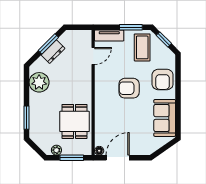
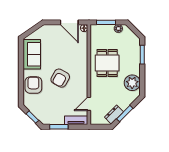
coffee table: (142, 47) -> (50, 111), removed
dresser: (53, 52) -> (114, 115), moved
armchair: (129, 88) -> (60, 78), turned 119
dining table: (75, 121) -> (107, 63), moved
door: (118, 158) -> (69, 22), hinge flipped

